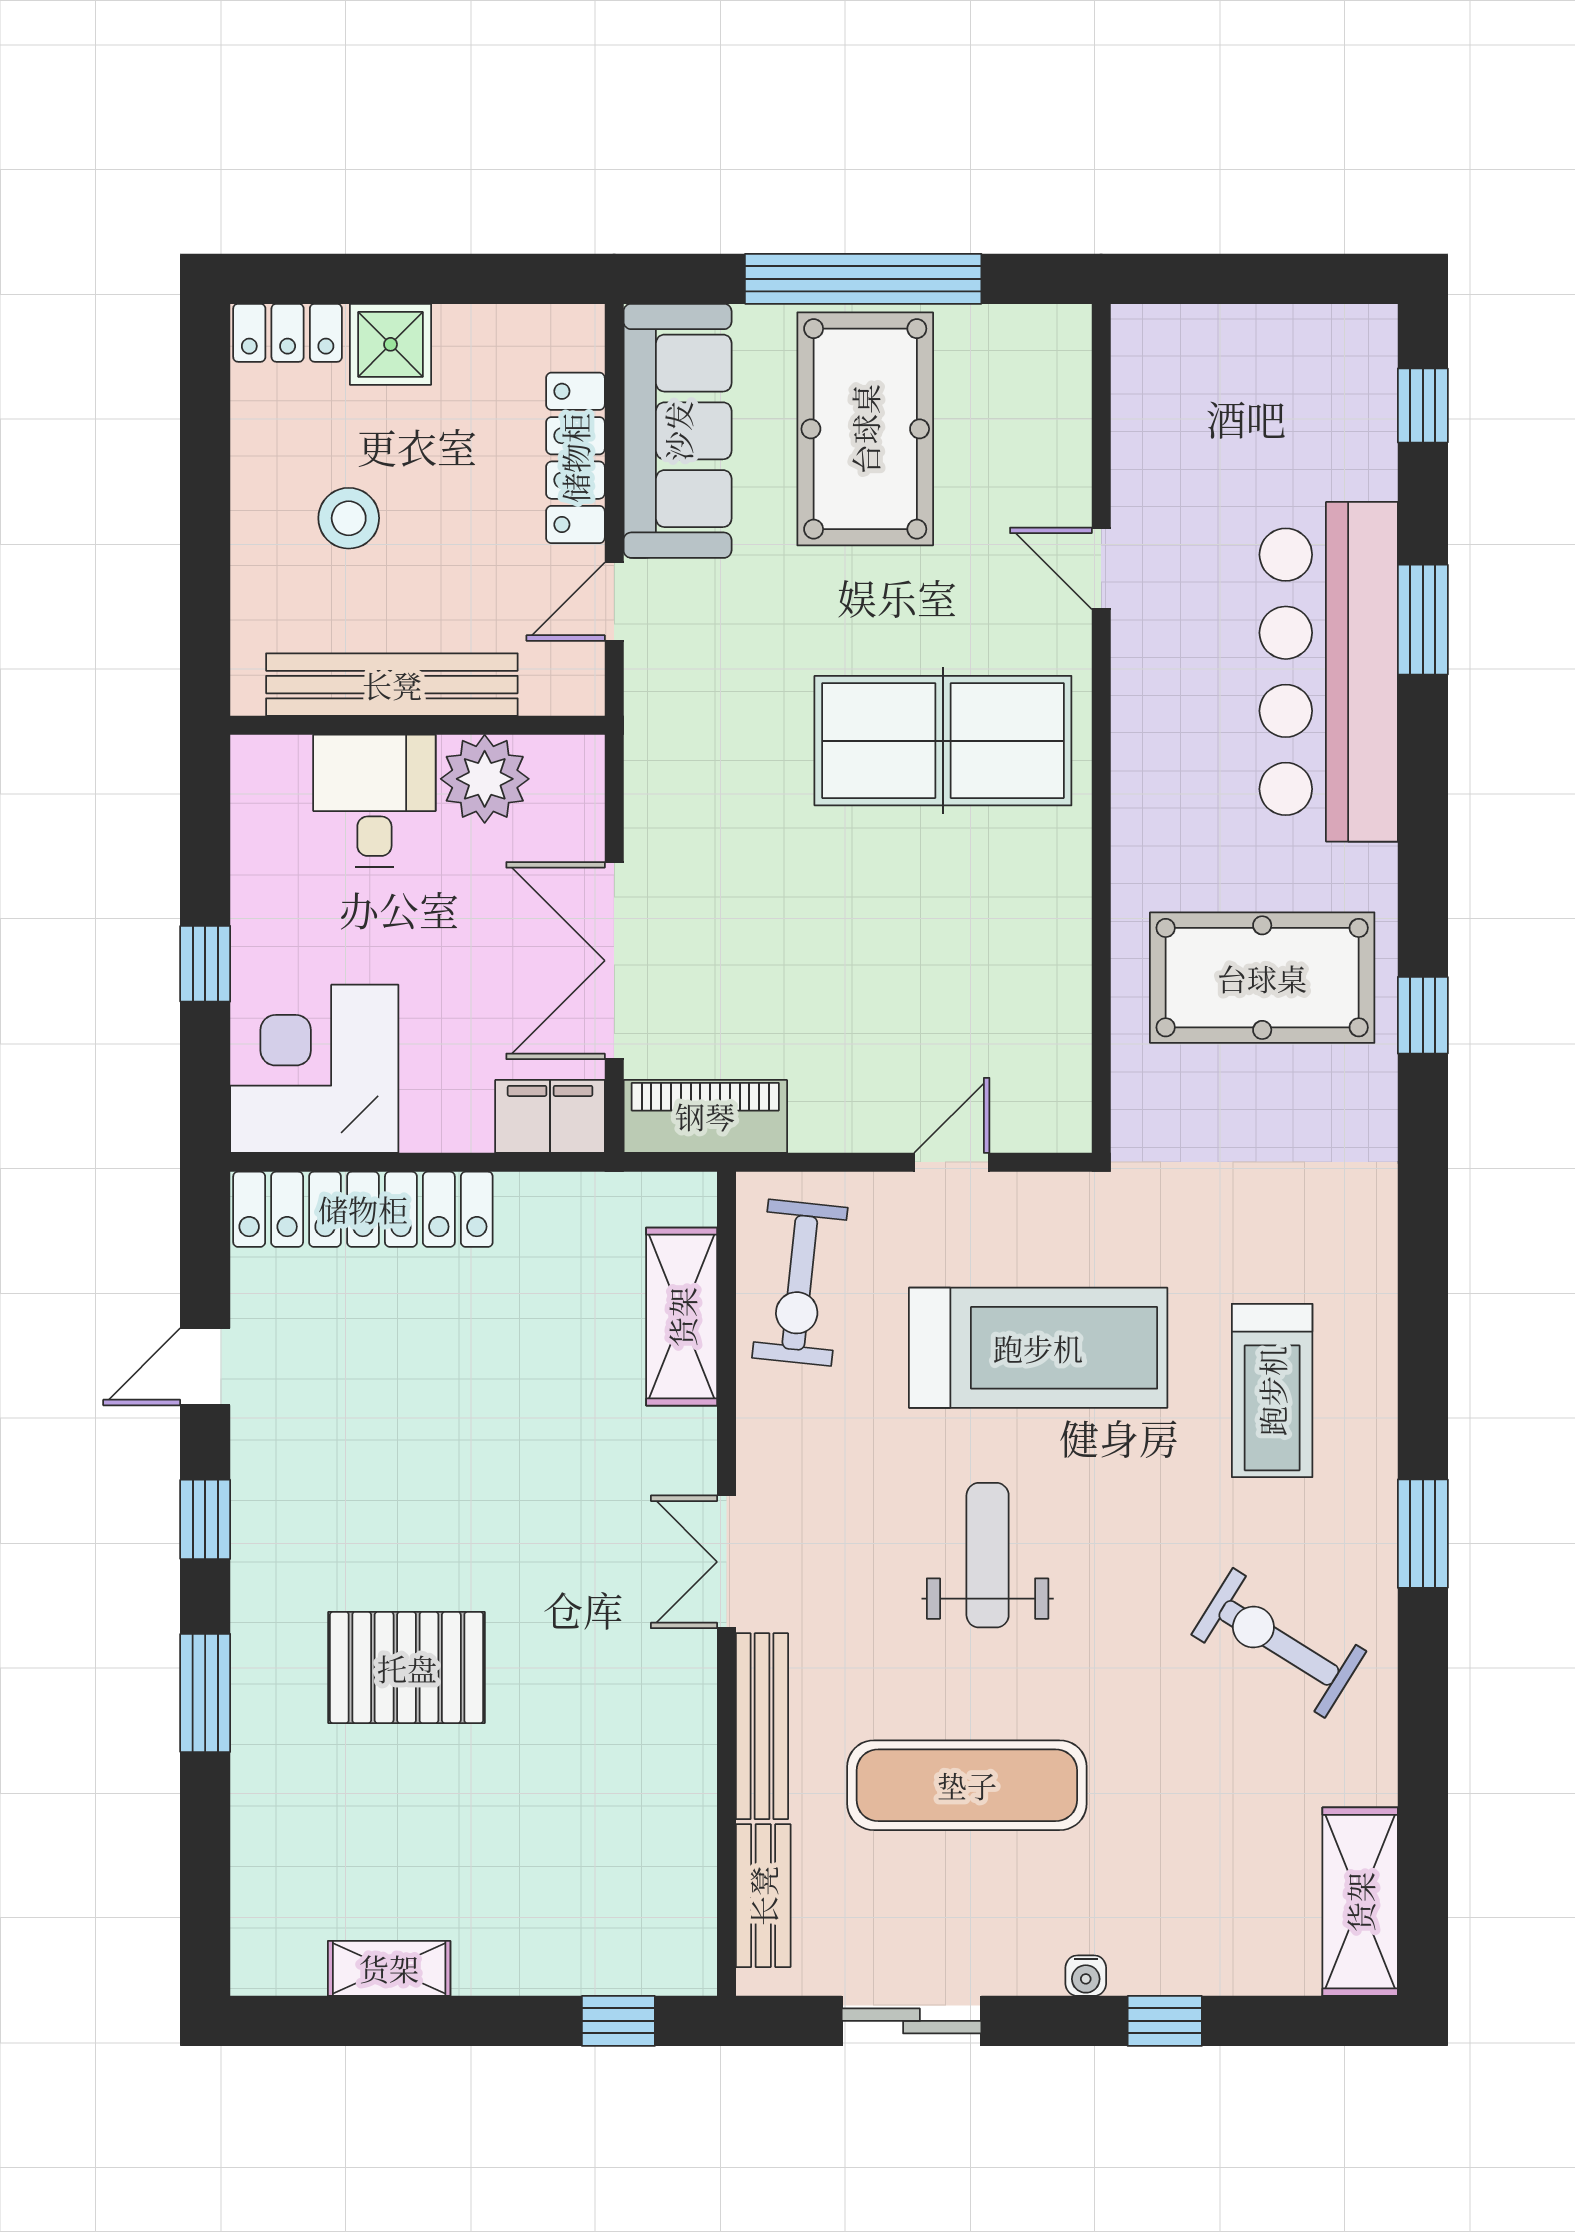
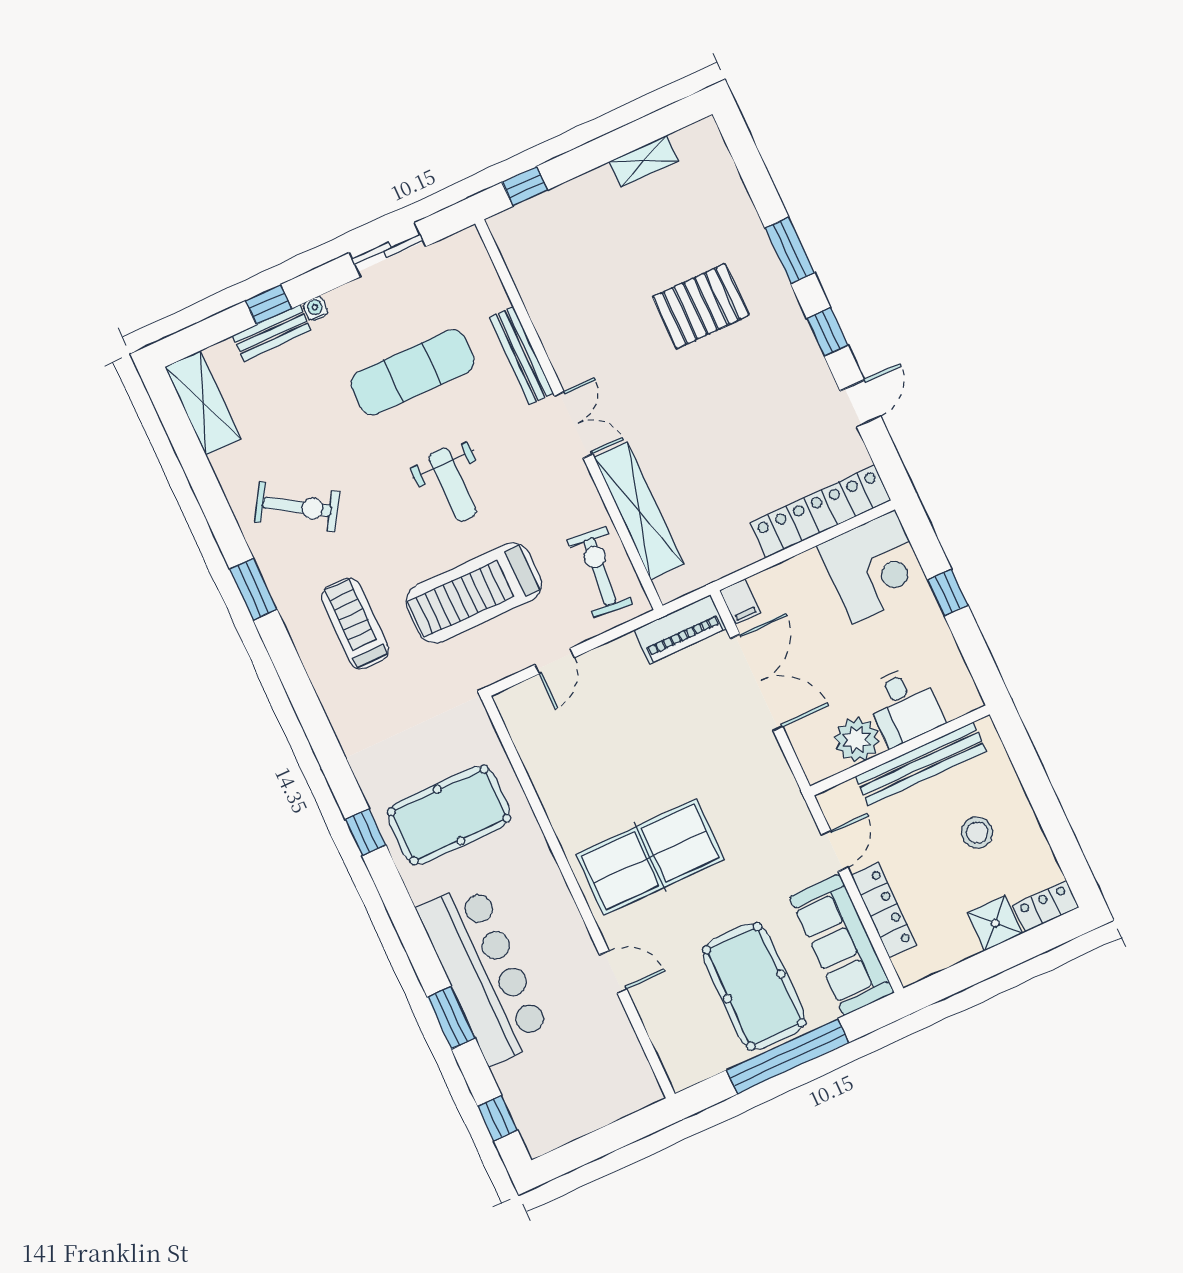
filing cabinet: (550, 1116) -> (740, 602), width x0.50
shelving: (682, 1317) -> (639, 511), width x1.47
bench: (763, 1896) -> (272, 333), moved, turned 90

